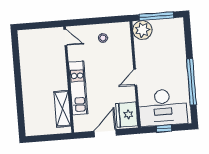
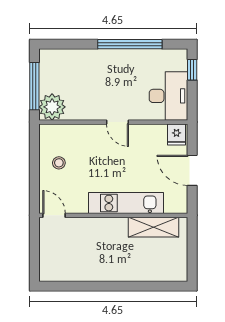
door: (65, 37) -> (54, 215), hinge flipped
desk: (163, 108) -> (168, 96), width x0.73, depth x0.77
fridge: (127, 115) -> (176, 135), width x0.53, depth x0.75
window: (164, 129) -> (192, 70), moved

